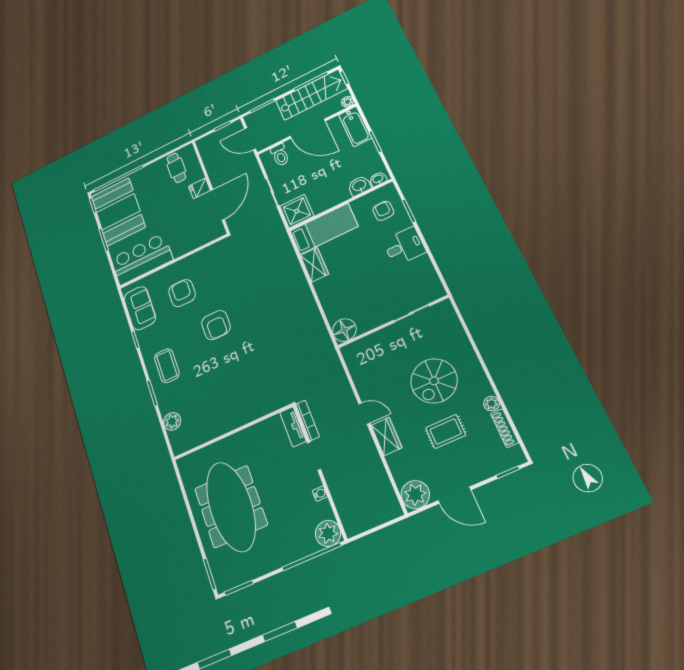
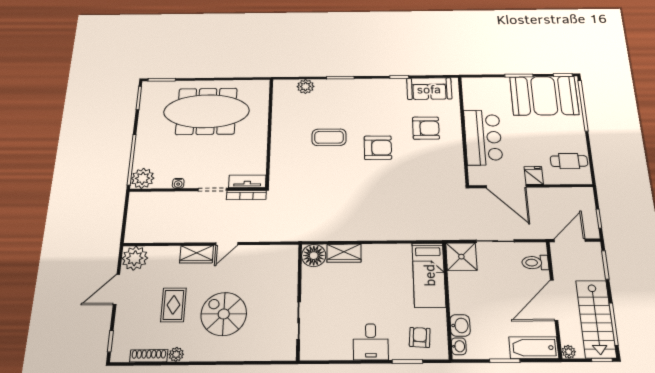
armchair: (383, 211) -> (420, 337), turned -86
bar counter: (142, 259) -> (483, 137), moved
wardrobe: (314, 265) -> (344, 253), moved
armchair: (216, 325) -> (378, 148), turned 180
coffee table: (167, 366) -> (329, 137), moved

